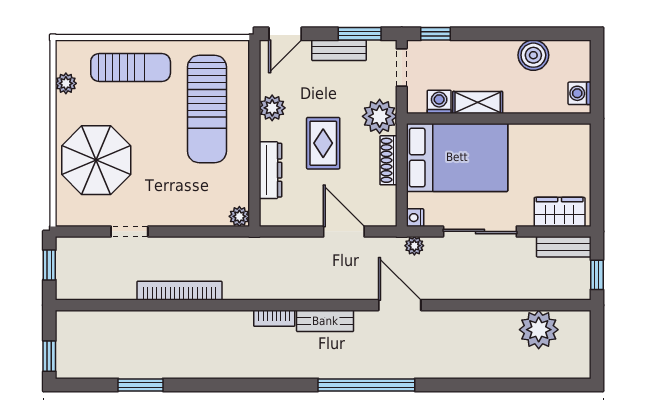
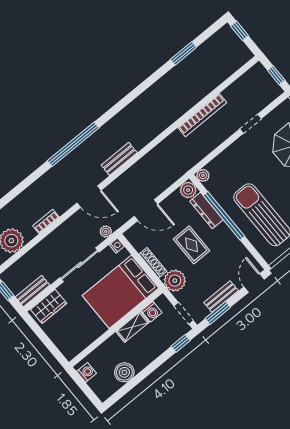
plant: (272, 108) -> (188, 190), moved
window: (254, 146) -> (224, 216), added
bookcase: (274, 318) -> (46, 221), moved

